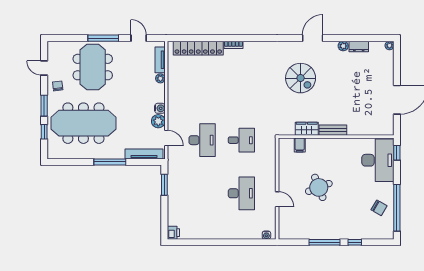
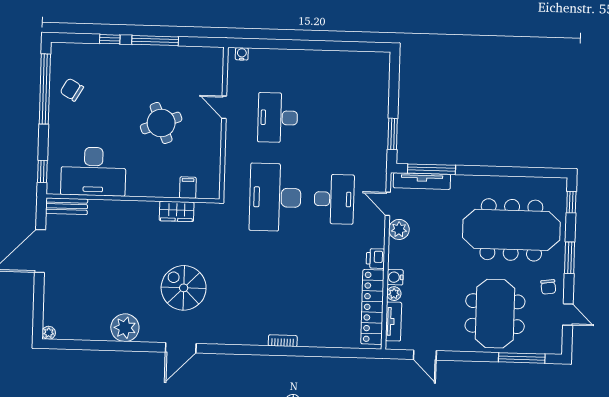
window: (103, 38) -> (522, 358), moved
door: (313, 38) -> (181, 348), moved
plant: (343, 46) -> (125, 328), width x1.87, depth x1.87
dresser: (359, 46) -> (95, 333), removed
locker: (198, 48) -> (372, 307), moved, turned -90
water cooler: (160, 108) -> (395, 277), moved
bench: (333, 130) -> (67, 206), moved
window: (44, 132) -> (571, 202), moved
desk: (202, 140) -> (334, 199), turned 180
desk: (241, 140) -> (275, 197), width x1.87, depth x1.30
desk: (378, 160) -> (93, 171), moved, turned -90
window: (110, 162) -> (431, 169), moved
printer: (173, 233) -> (375, 258), moved

